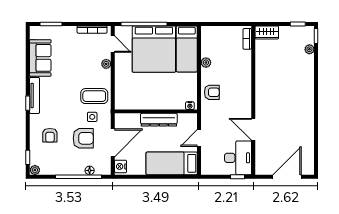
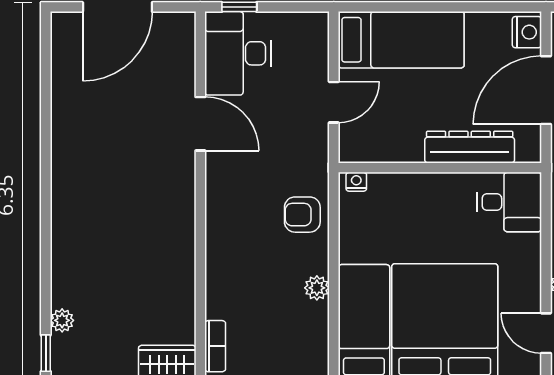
desk: (128, 97) -> (509, 202), added
dresser: (159, 120) -> (470, 147), moved

